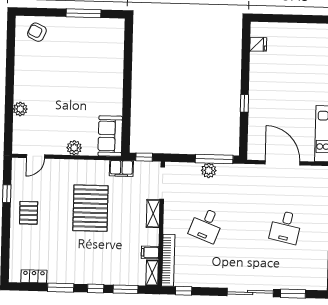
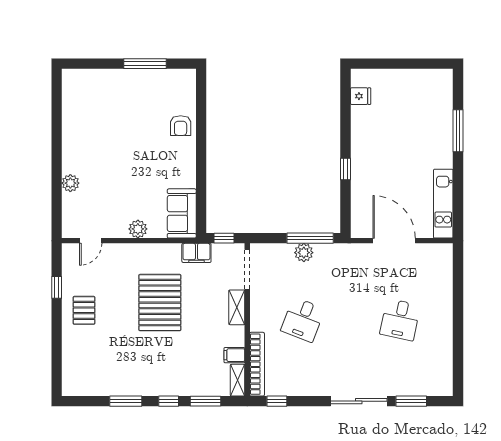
armchair: (37, 32) -> (181, 126), moved, turned -115
locker: (34, 276) -> (93, 388), removed

